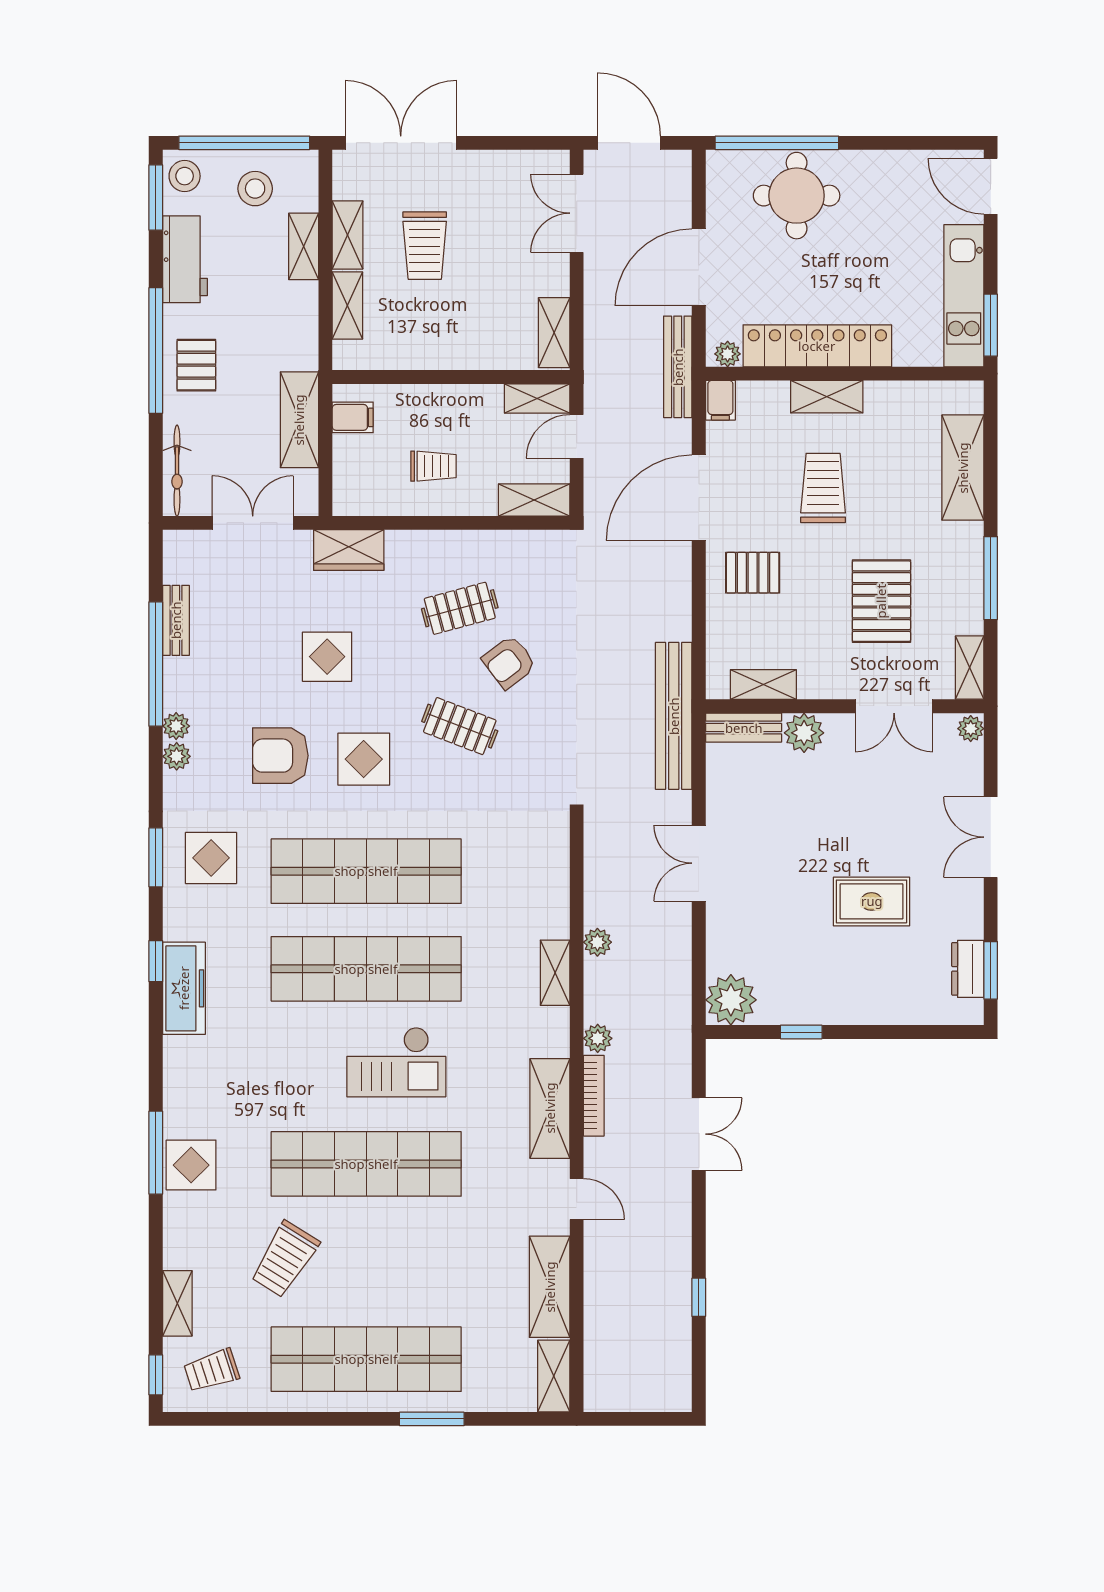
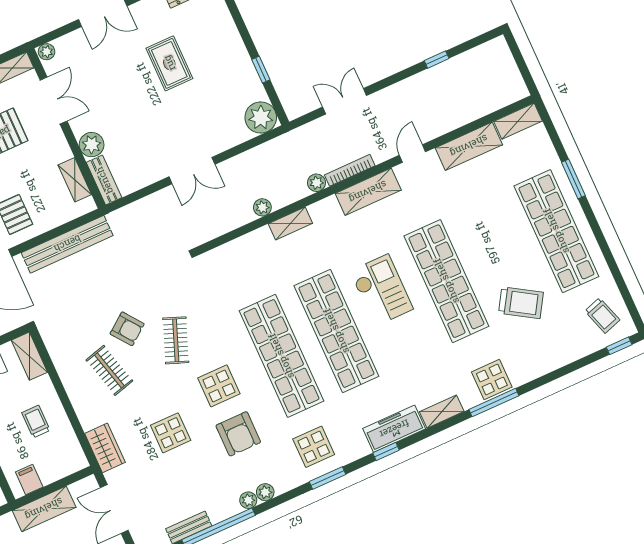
bench: (674, 716) -> (67, 244), moved
shelving: (177, 1303) -> (442, 412), moved

